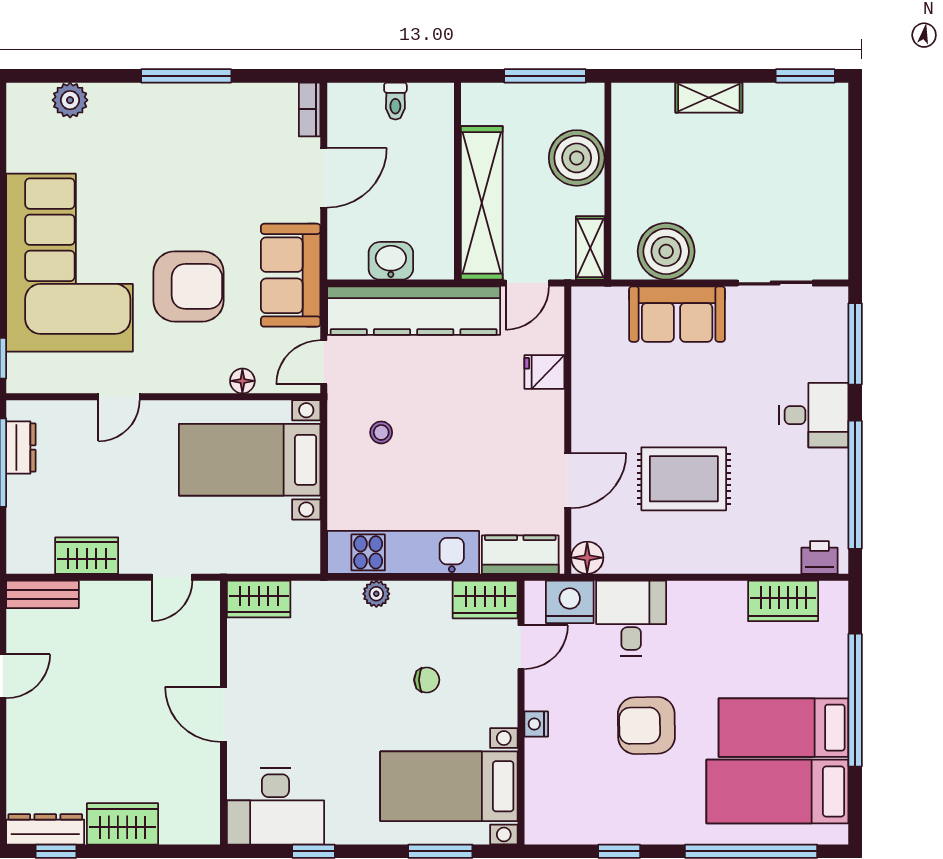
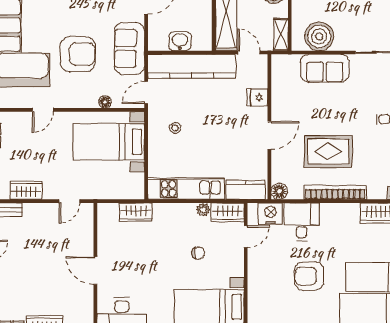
door: (527, 283) -> (249, 52), swing flipped
door: (568, 481) -> (269, 135), moved
bookcase: (698, 560) -> (335, 192), added
plant: (376, 594) -> (203, 210), moved
wardrobe: (259, 599) -> (136, 212), moved
nightstand: (536, 724) -> (253, 275), removed

